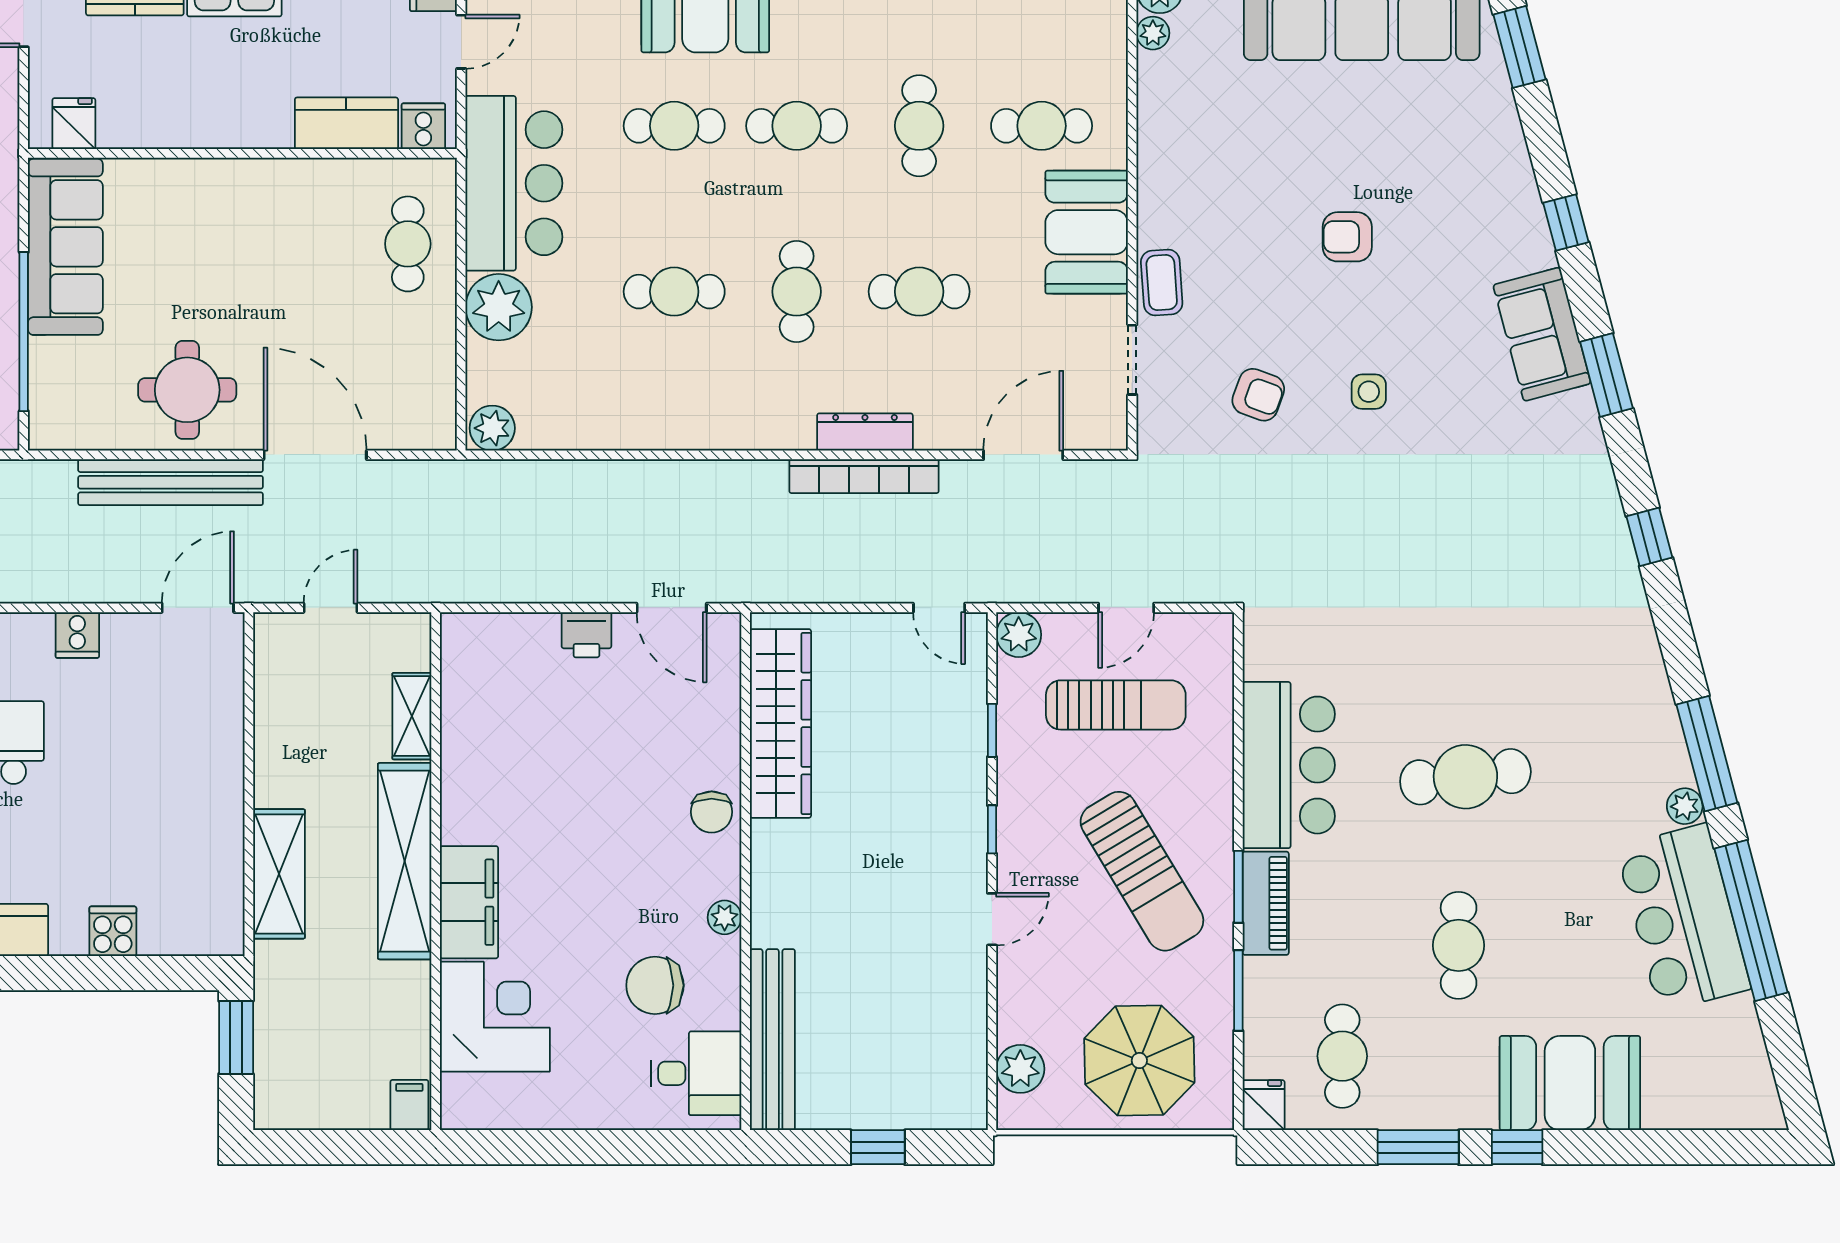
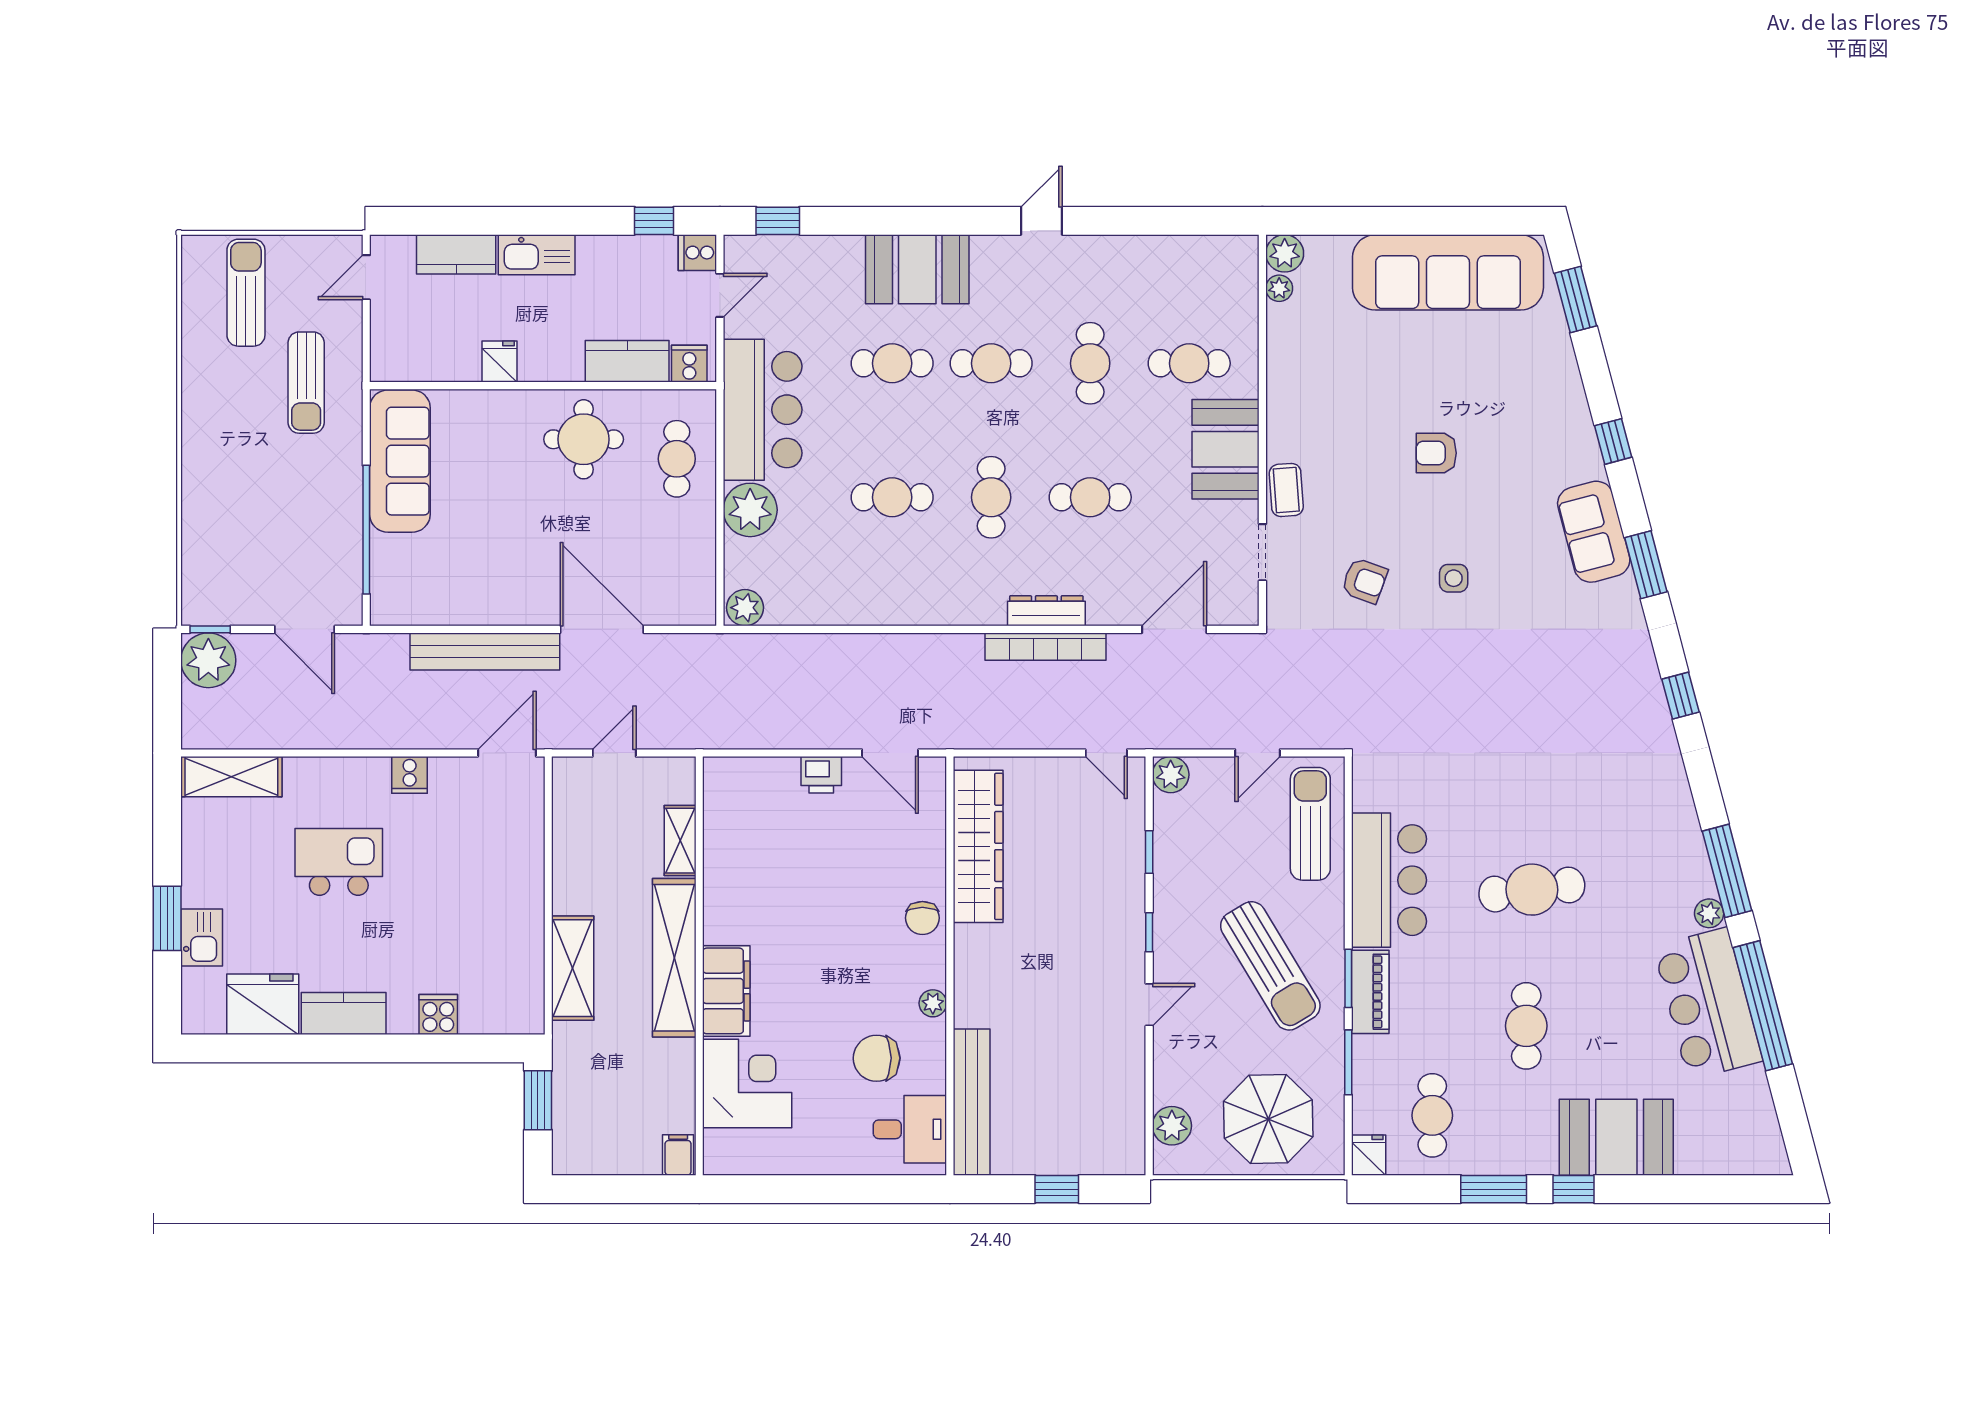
fridge: (74, 124) -> (500, 361), moved
round table: (187, 390) -> (584, 439), moved
sun lounger: (1116, 705) -> (1310, 824), moved, turned -90

